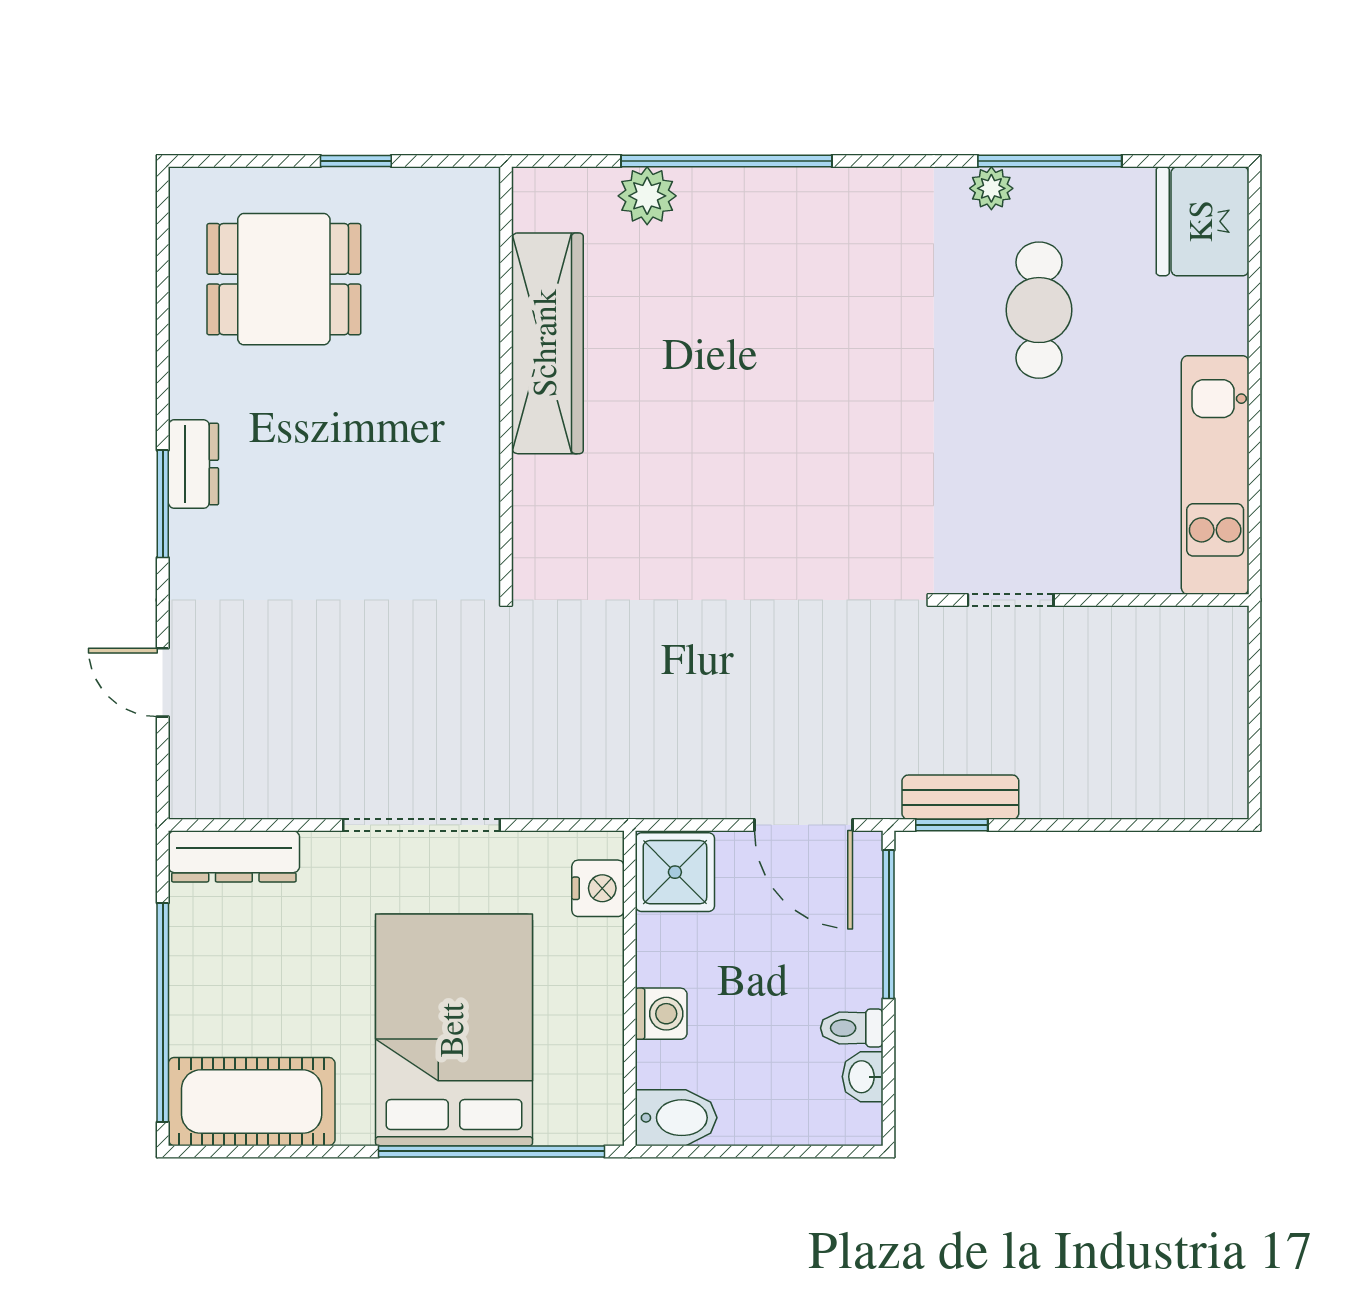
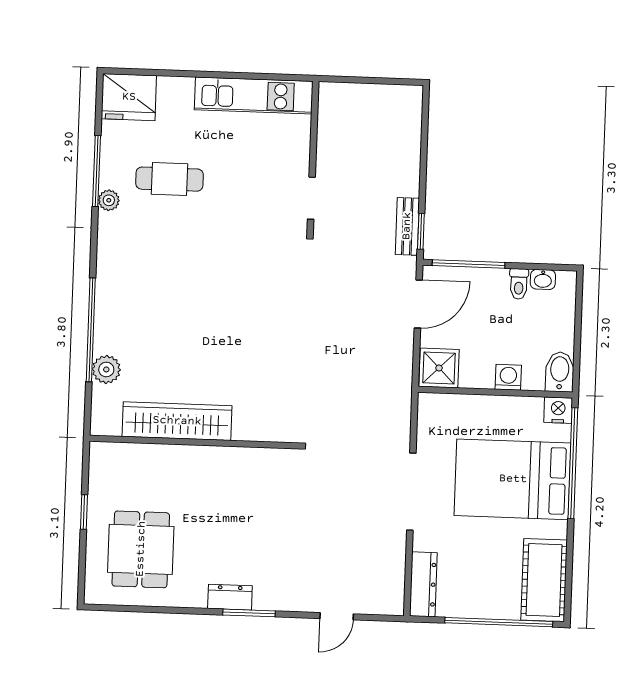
nightstand: (598, 888) -> (558, 410), moved

